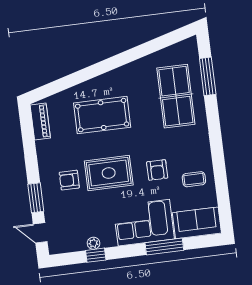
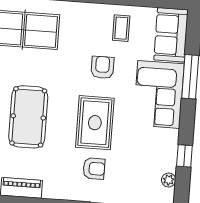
armchair: (157, 170) -> (102, 67), turned -90
armchair: (69, 180) -> (94, 169), turned -90
plant: (94, 243) -> (169, 180), moved

